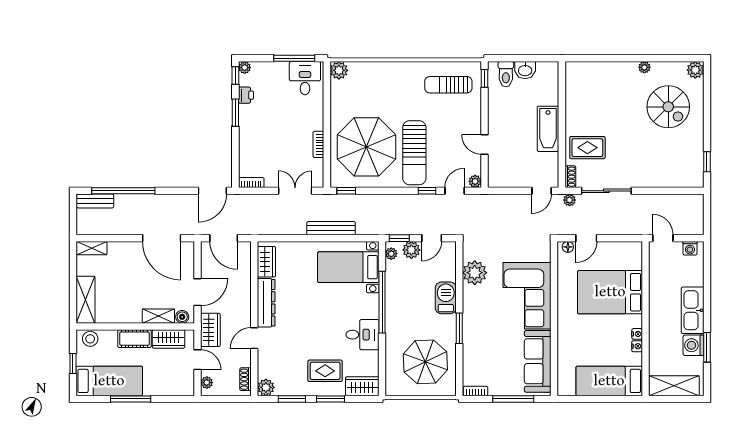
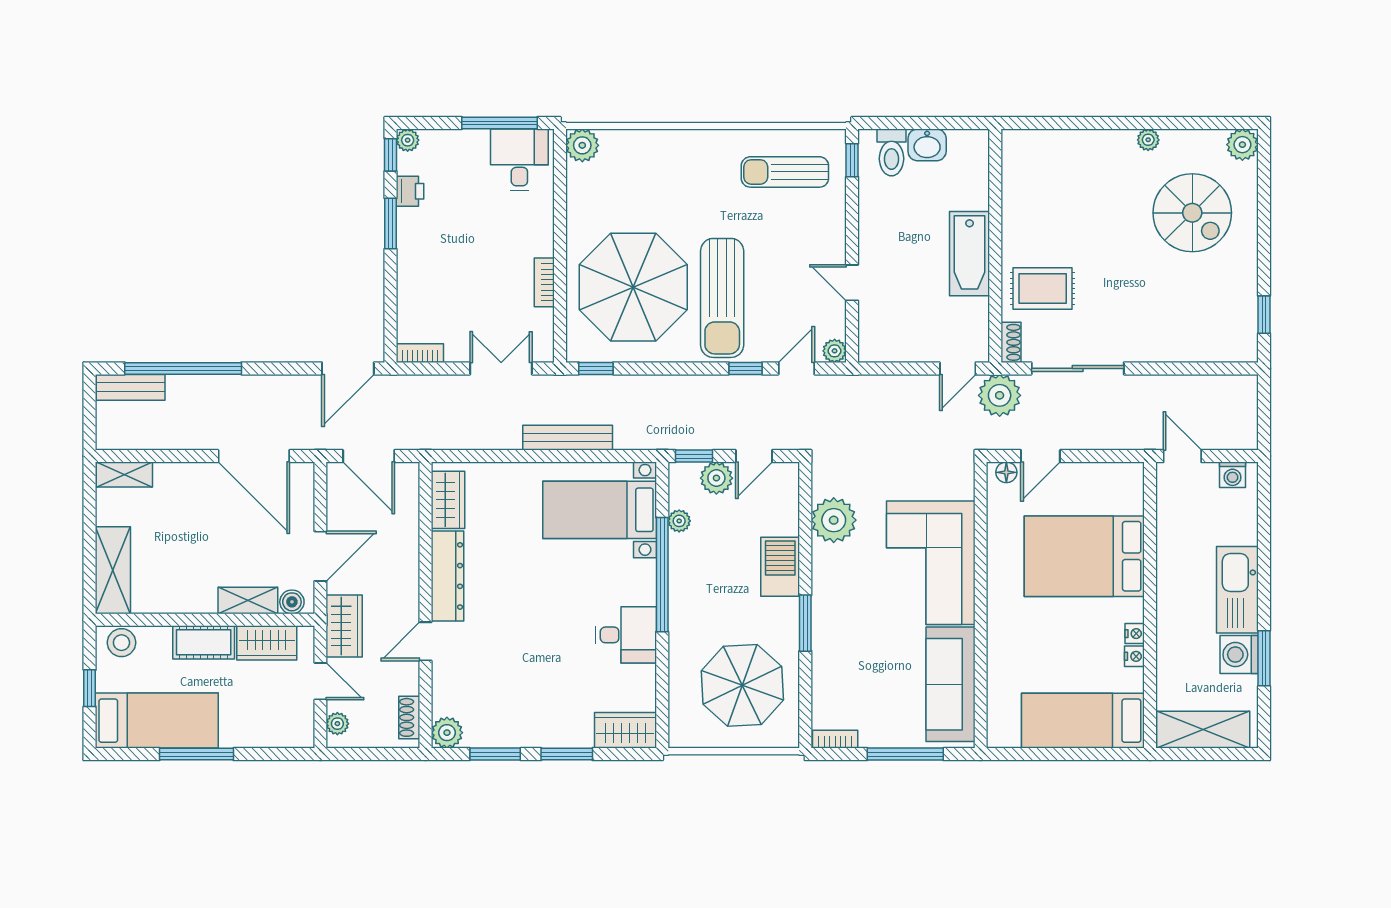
plant: (569, 200) -> (1000, 395), width x1.88, depth x1.88
plant: (391, 254) -> (679, 521), moved
rug: (325, 371) -> (557, 702), removed

